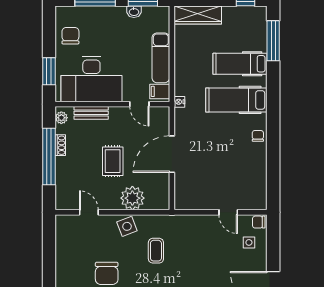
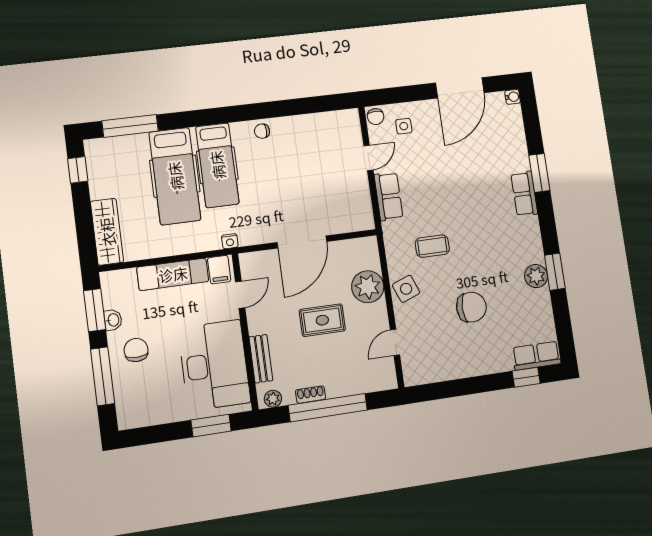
chair: (70, 36) -> (136, 350), moved, turned 90
hospital bed: (240, 64) -> (175, 176), width x1.37, depth x1.29
door: (172, 154) -> (302, 242), hinge flipped
row of seats: (197, 223) -> (389, 196), added

